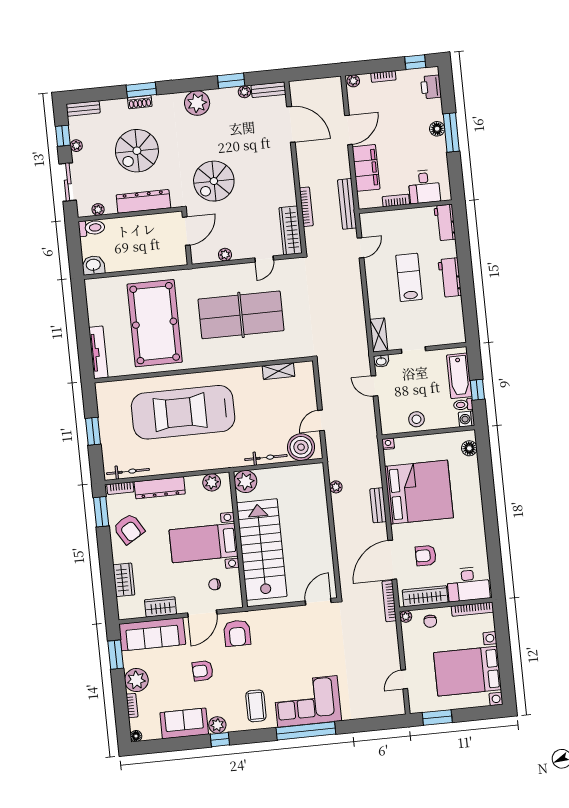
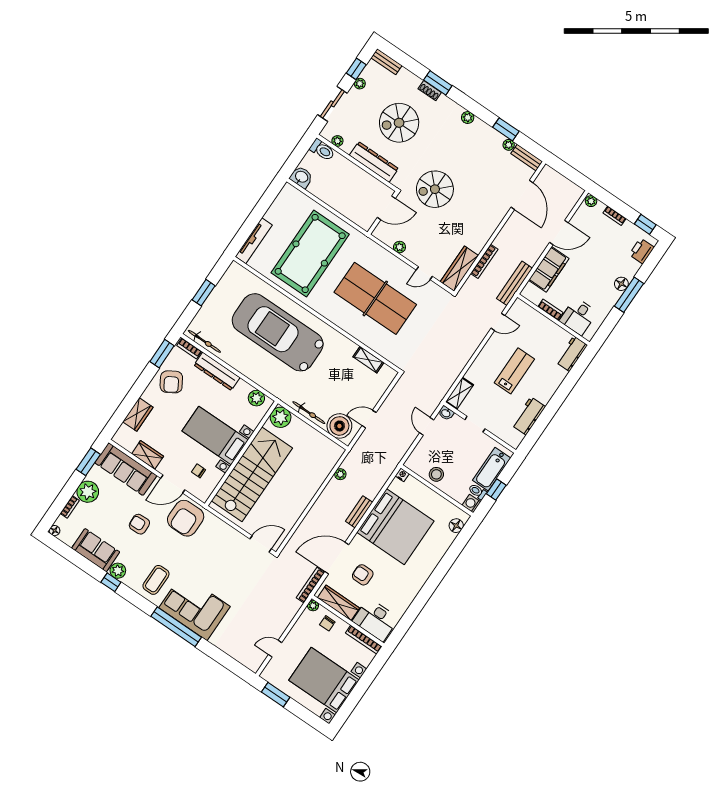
plant: (197, 103) -> (468, 118), width x0.53, depth x0.53
workbench: (450, 278) -> (529, 416), moved
armchair: (237, 633) -> (186, 518), width x1.36, depth x1.36

